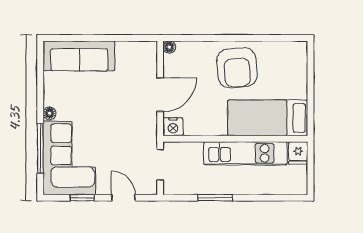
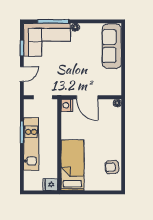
armchair: (237, 68) -> (112, 167), moved, width x0.53, depth x0.53
kitchen unit: (245, 153) -> (31, 144), moved, turned 180

